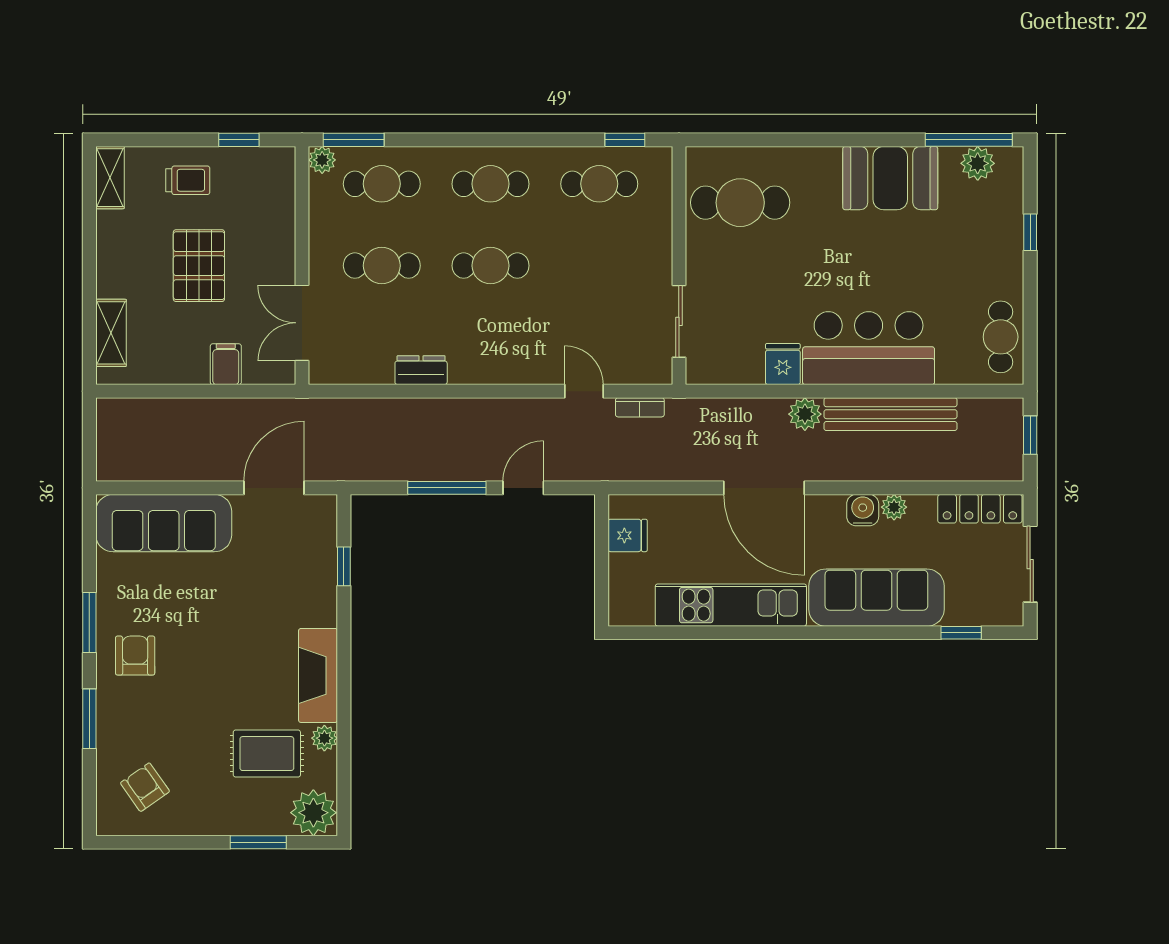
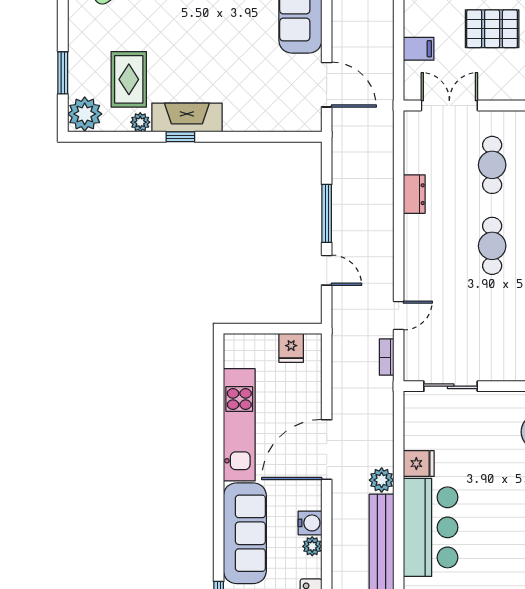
window: (344, 566) -> (180, 137), moved

